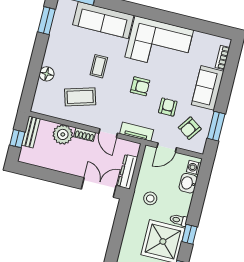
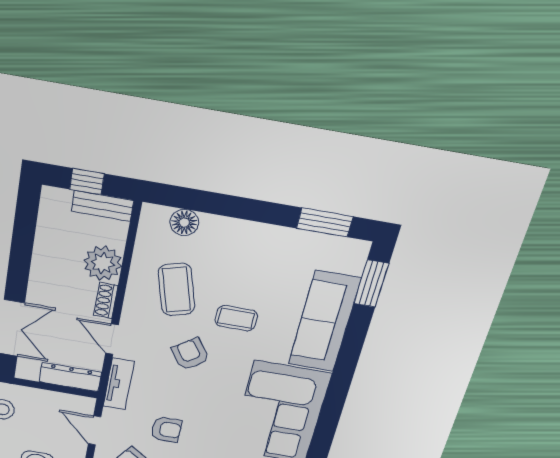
floor lamp: (47, 74) -> (184, 223), moved
armchair: (140, 86) -> (190, 354), moved, turned 145
door: (108, 133) -> (112, 339), hinge flipped
dresser: (128, 172) -> (70, 377), moved

